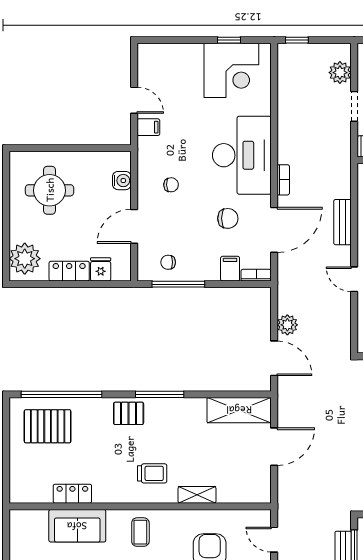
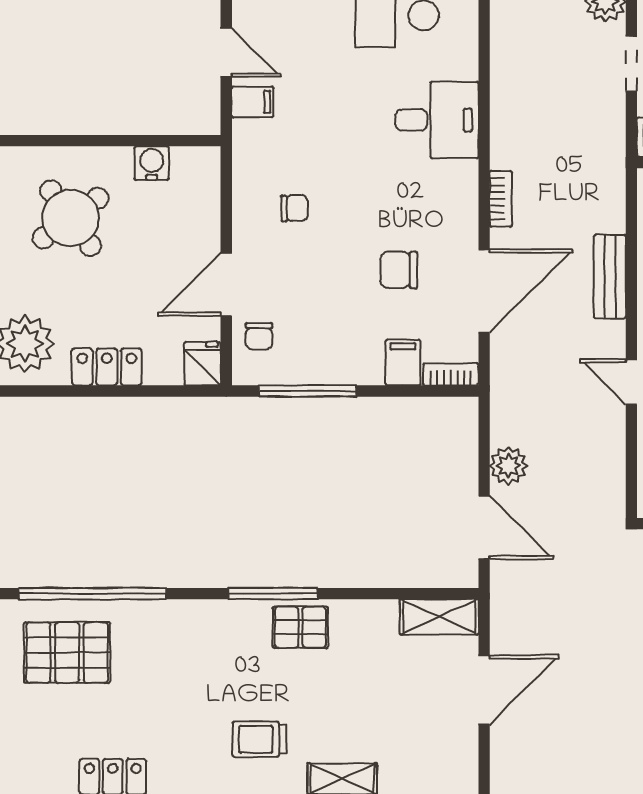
desk: (242, 155) -> (437, 120), width x0.53, depth x0.77
water cooler: (122, 181) -> (152, 163), moved, turned -90
round table: (50, 190) -> (71, 218), turned -36
chair: (228, 218) -> (399, 270), turned 180
chair: (168, 262) -> (259, 336), moved, turned -90
fridge: (101, 269) -> (202, 364), moved
shelving: (239, 410) -> (439, 617), width x0.67, depth x0.75
pallet: (129, 413) -> (300, 627), moved
trolley: (152, 473) -> (260, 739), turned 180

